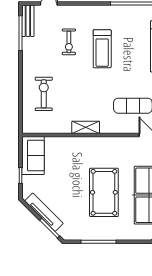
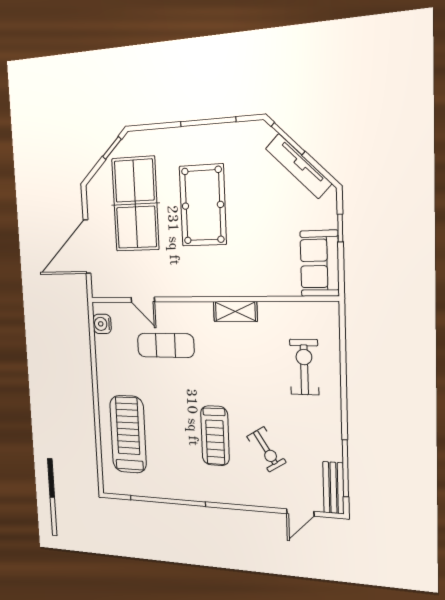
exercise bike: (69, 42) -> (266, 449), turned 148
treadmill: (102, 49) -> (215, 436), turned 180
exercise bike: (44, 94) -> (304, 367), turned 180

